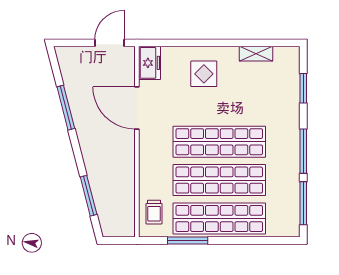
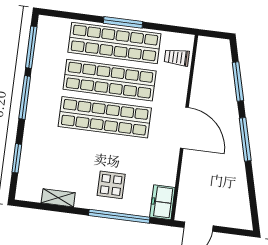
window: (192, 43) -> (119, 216), added
window: (66, 108) -> (245, 139), moved
door: (137, 108) -> (184, 128), moved
trolley: (154, 212) -> (177, 57), turned -90
window: (188, 241) -> (123, 22), moved

